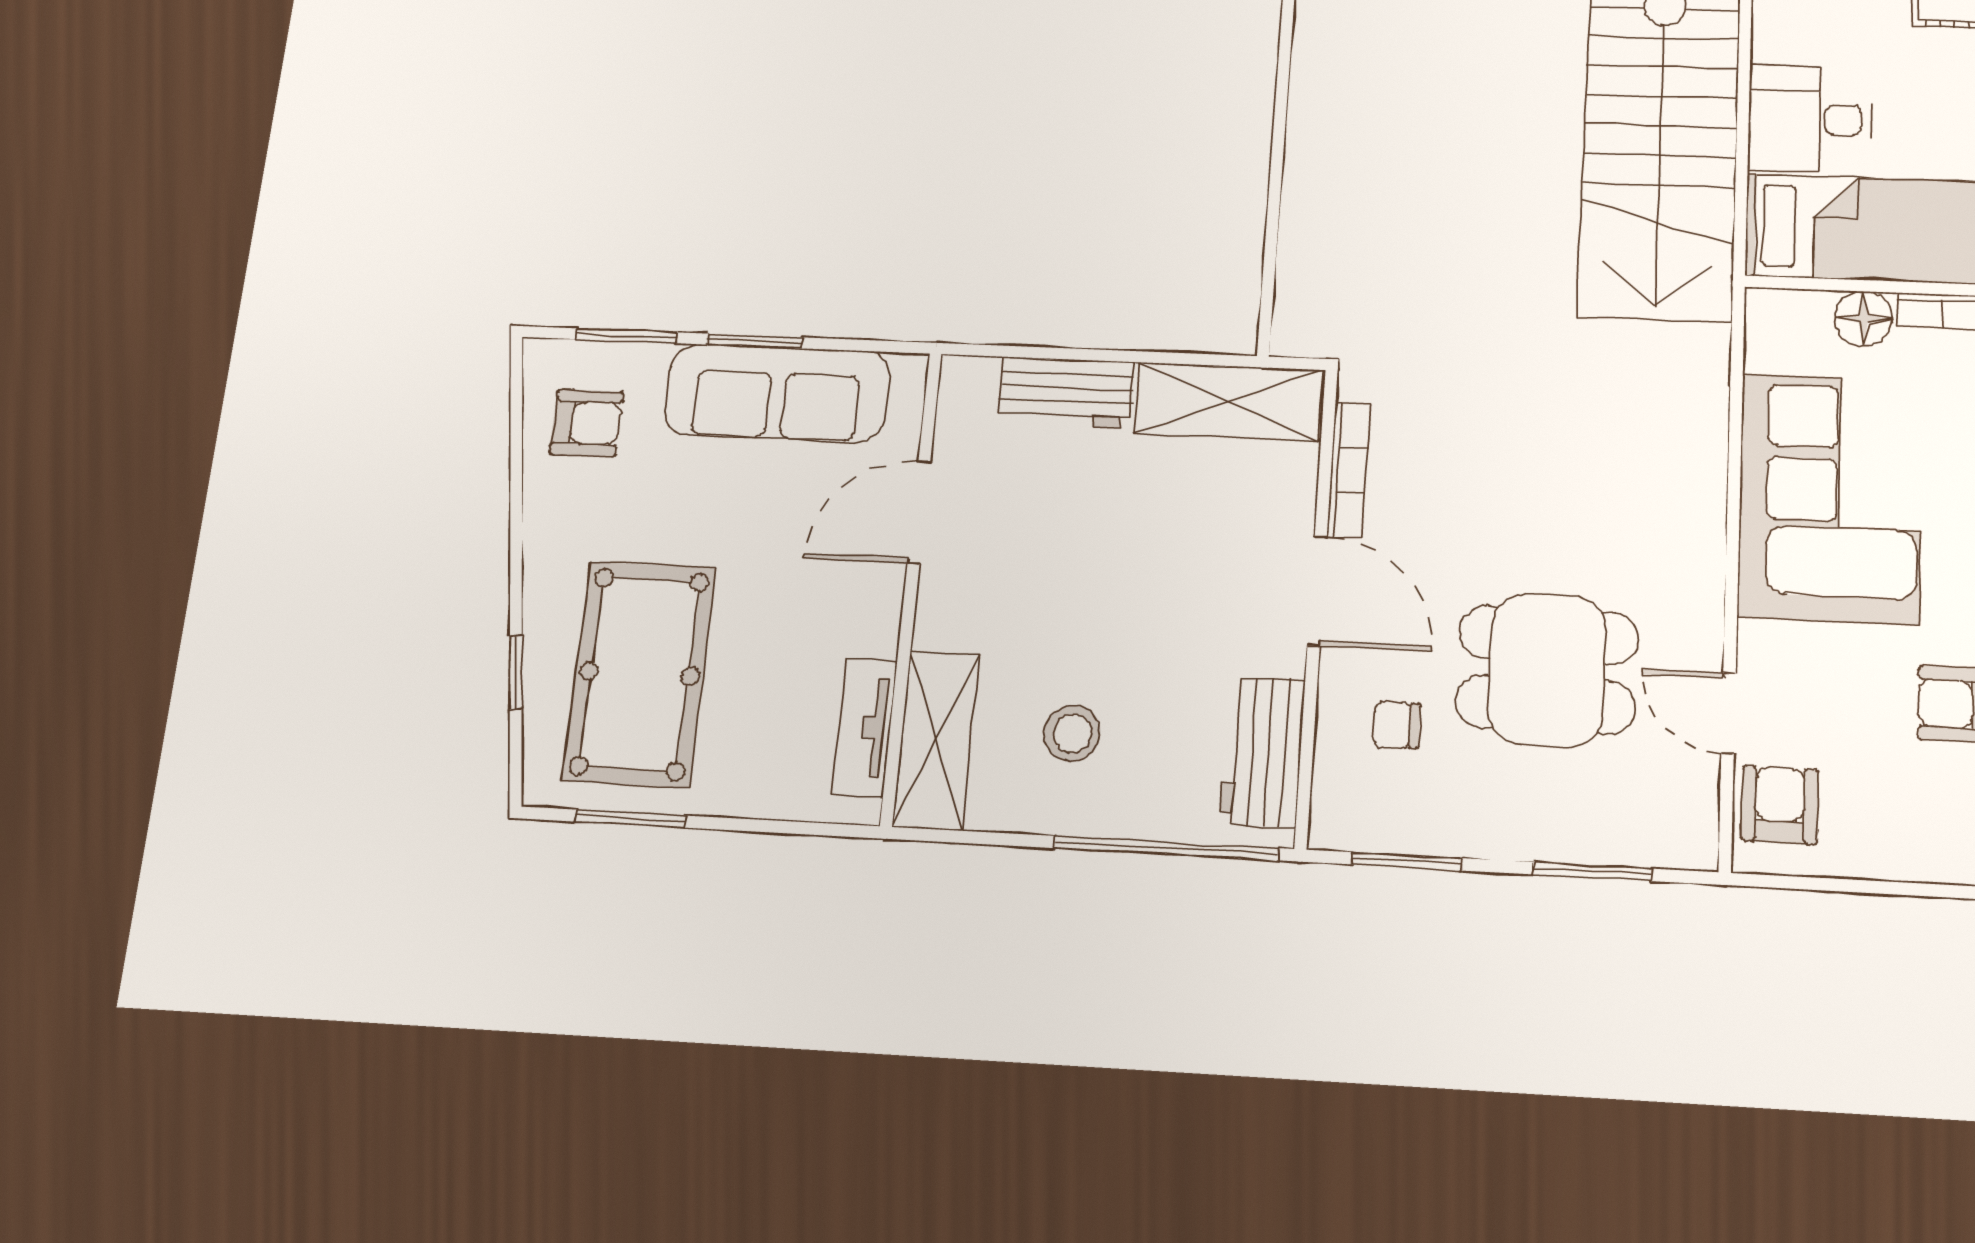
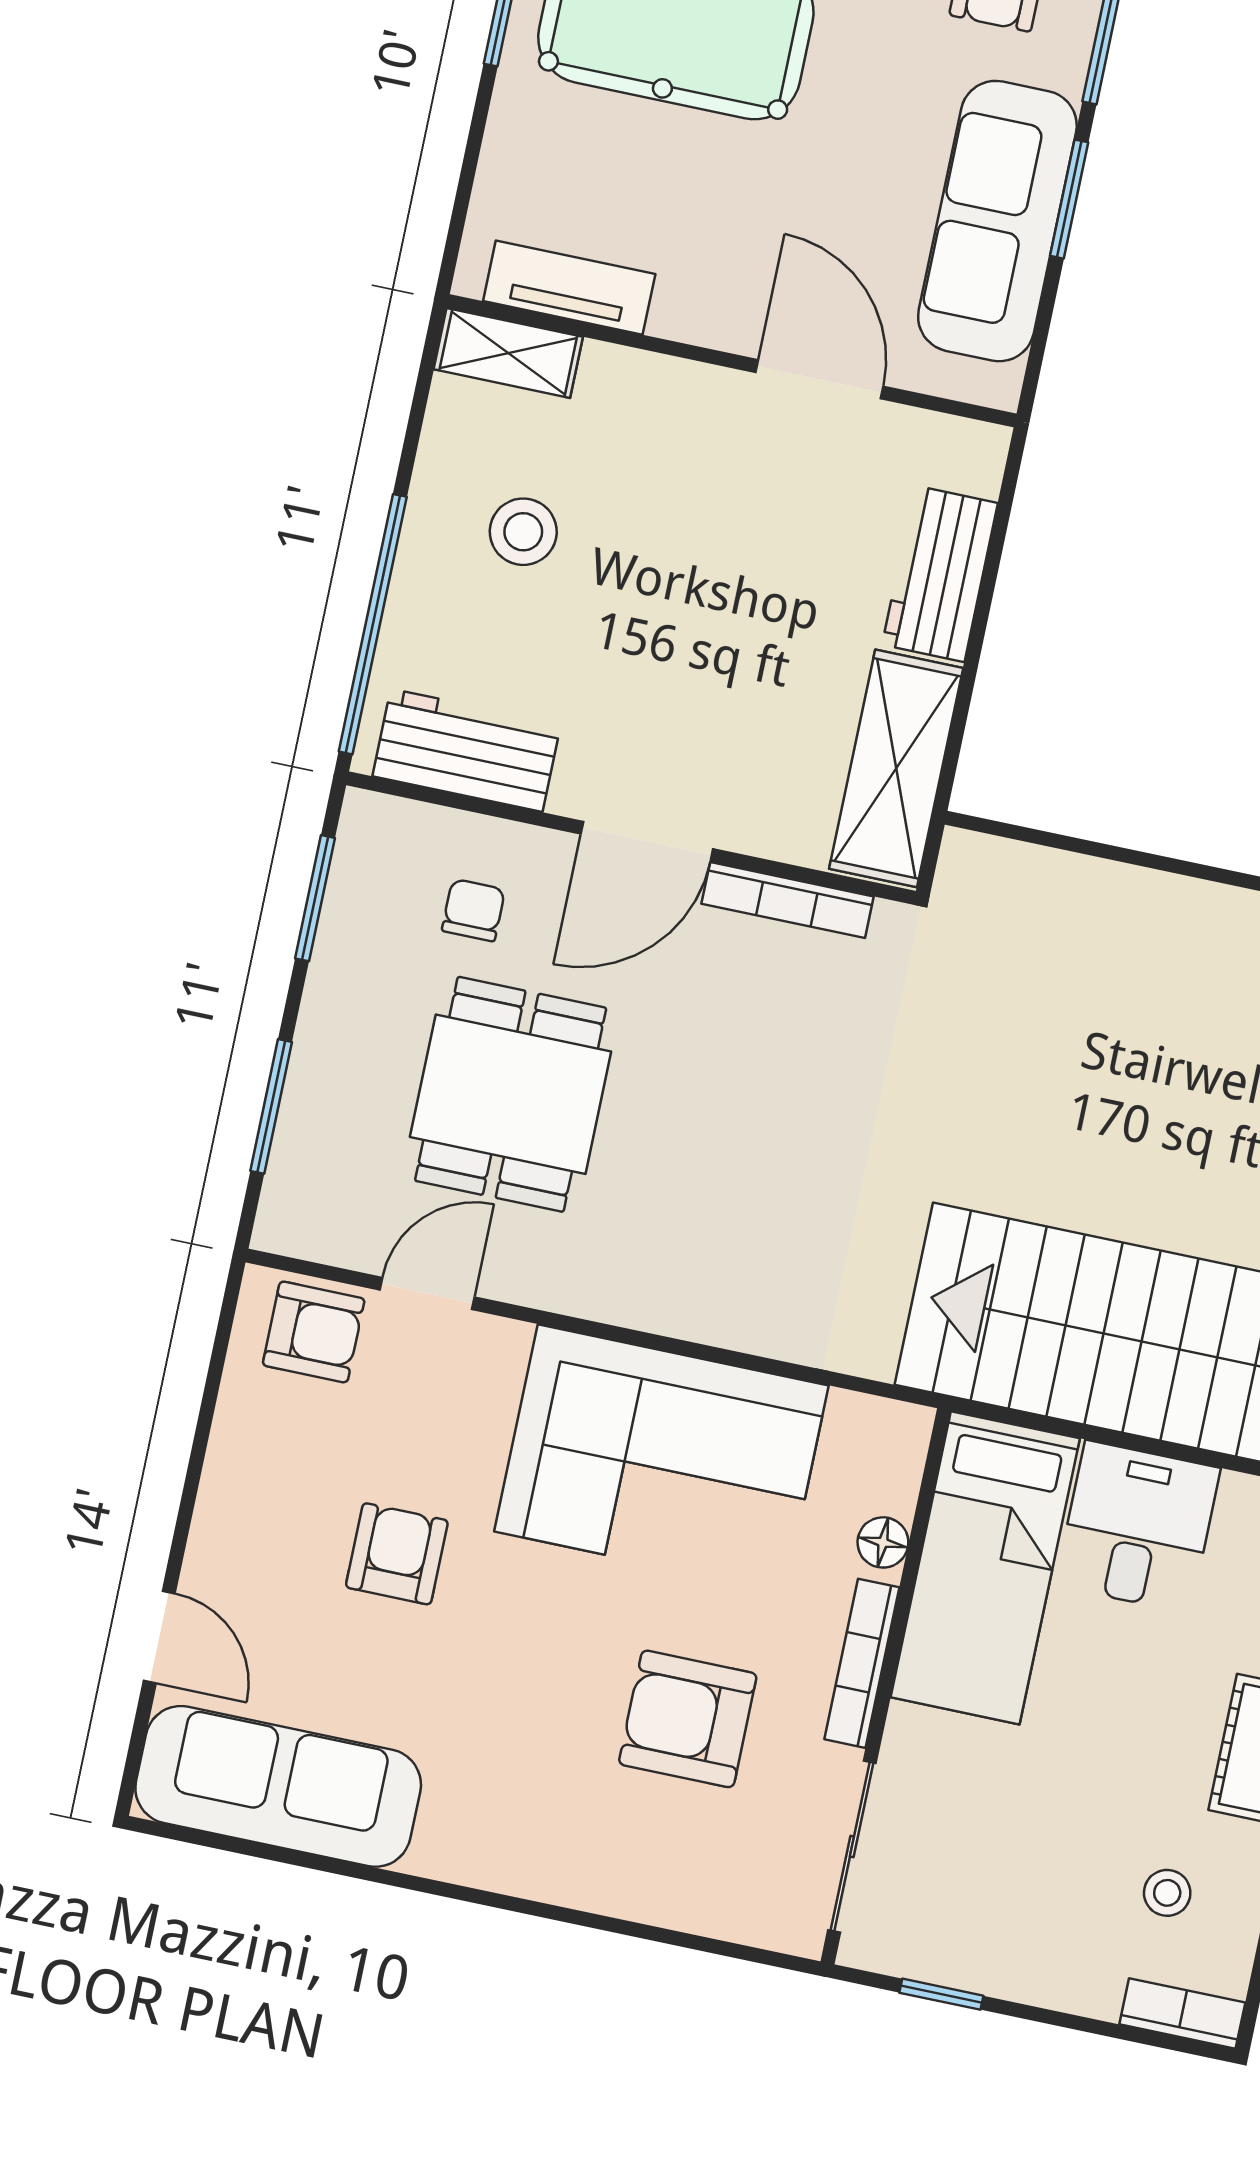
floor lamp: (1863, 319) -> (883, 1542), width x0.73, depth x0.73
shelving: (936, 740) -> (508, 353), width x0.67, depth x0.75

